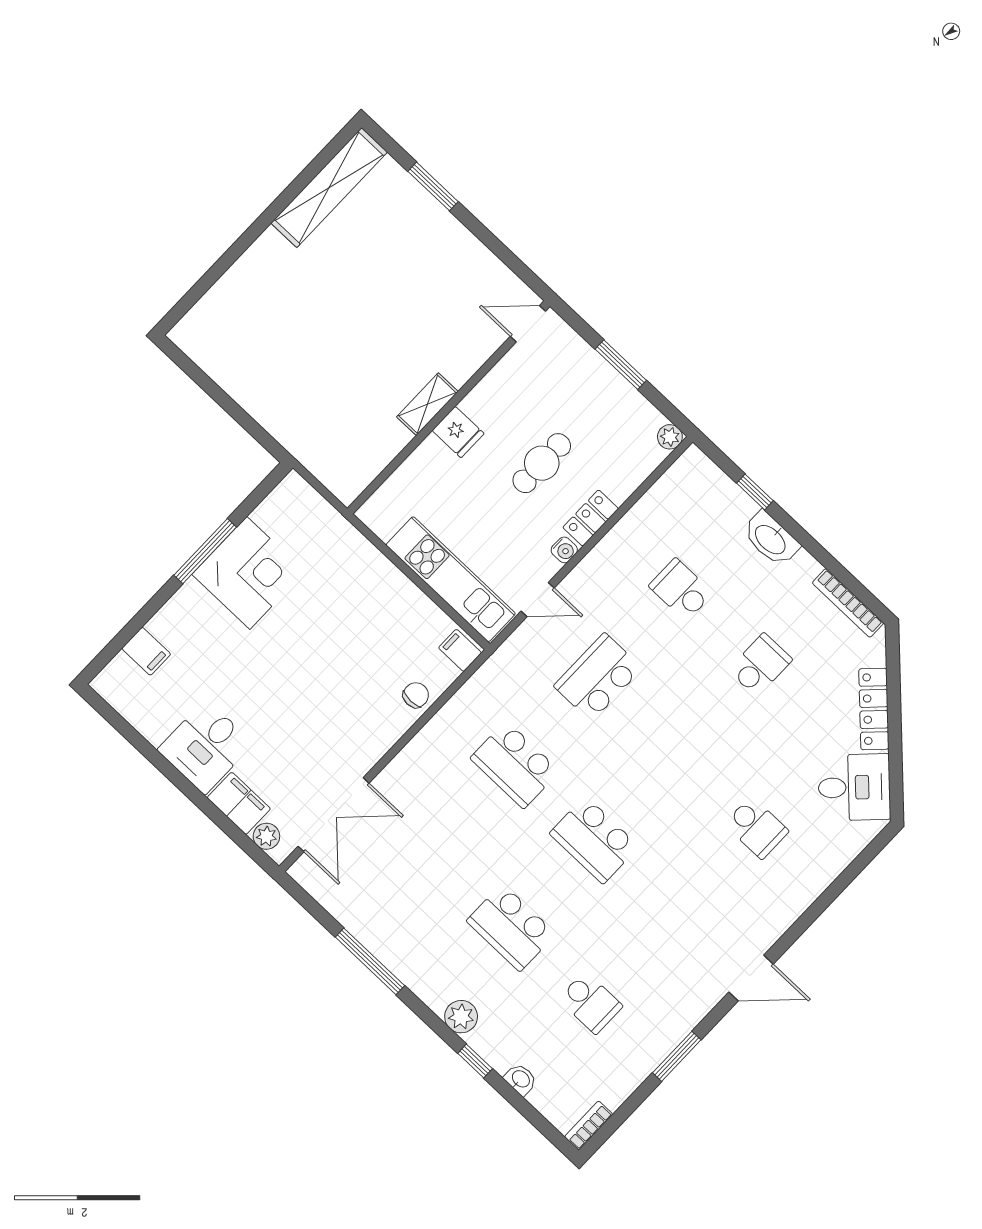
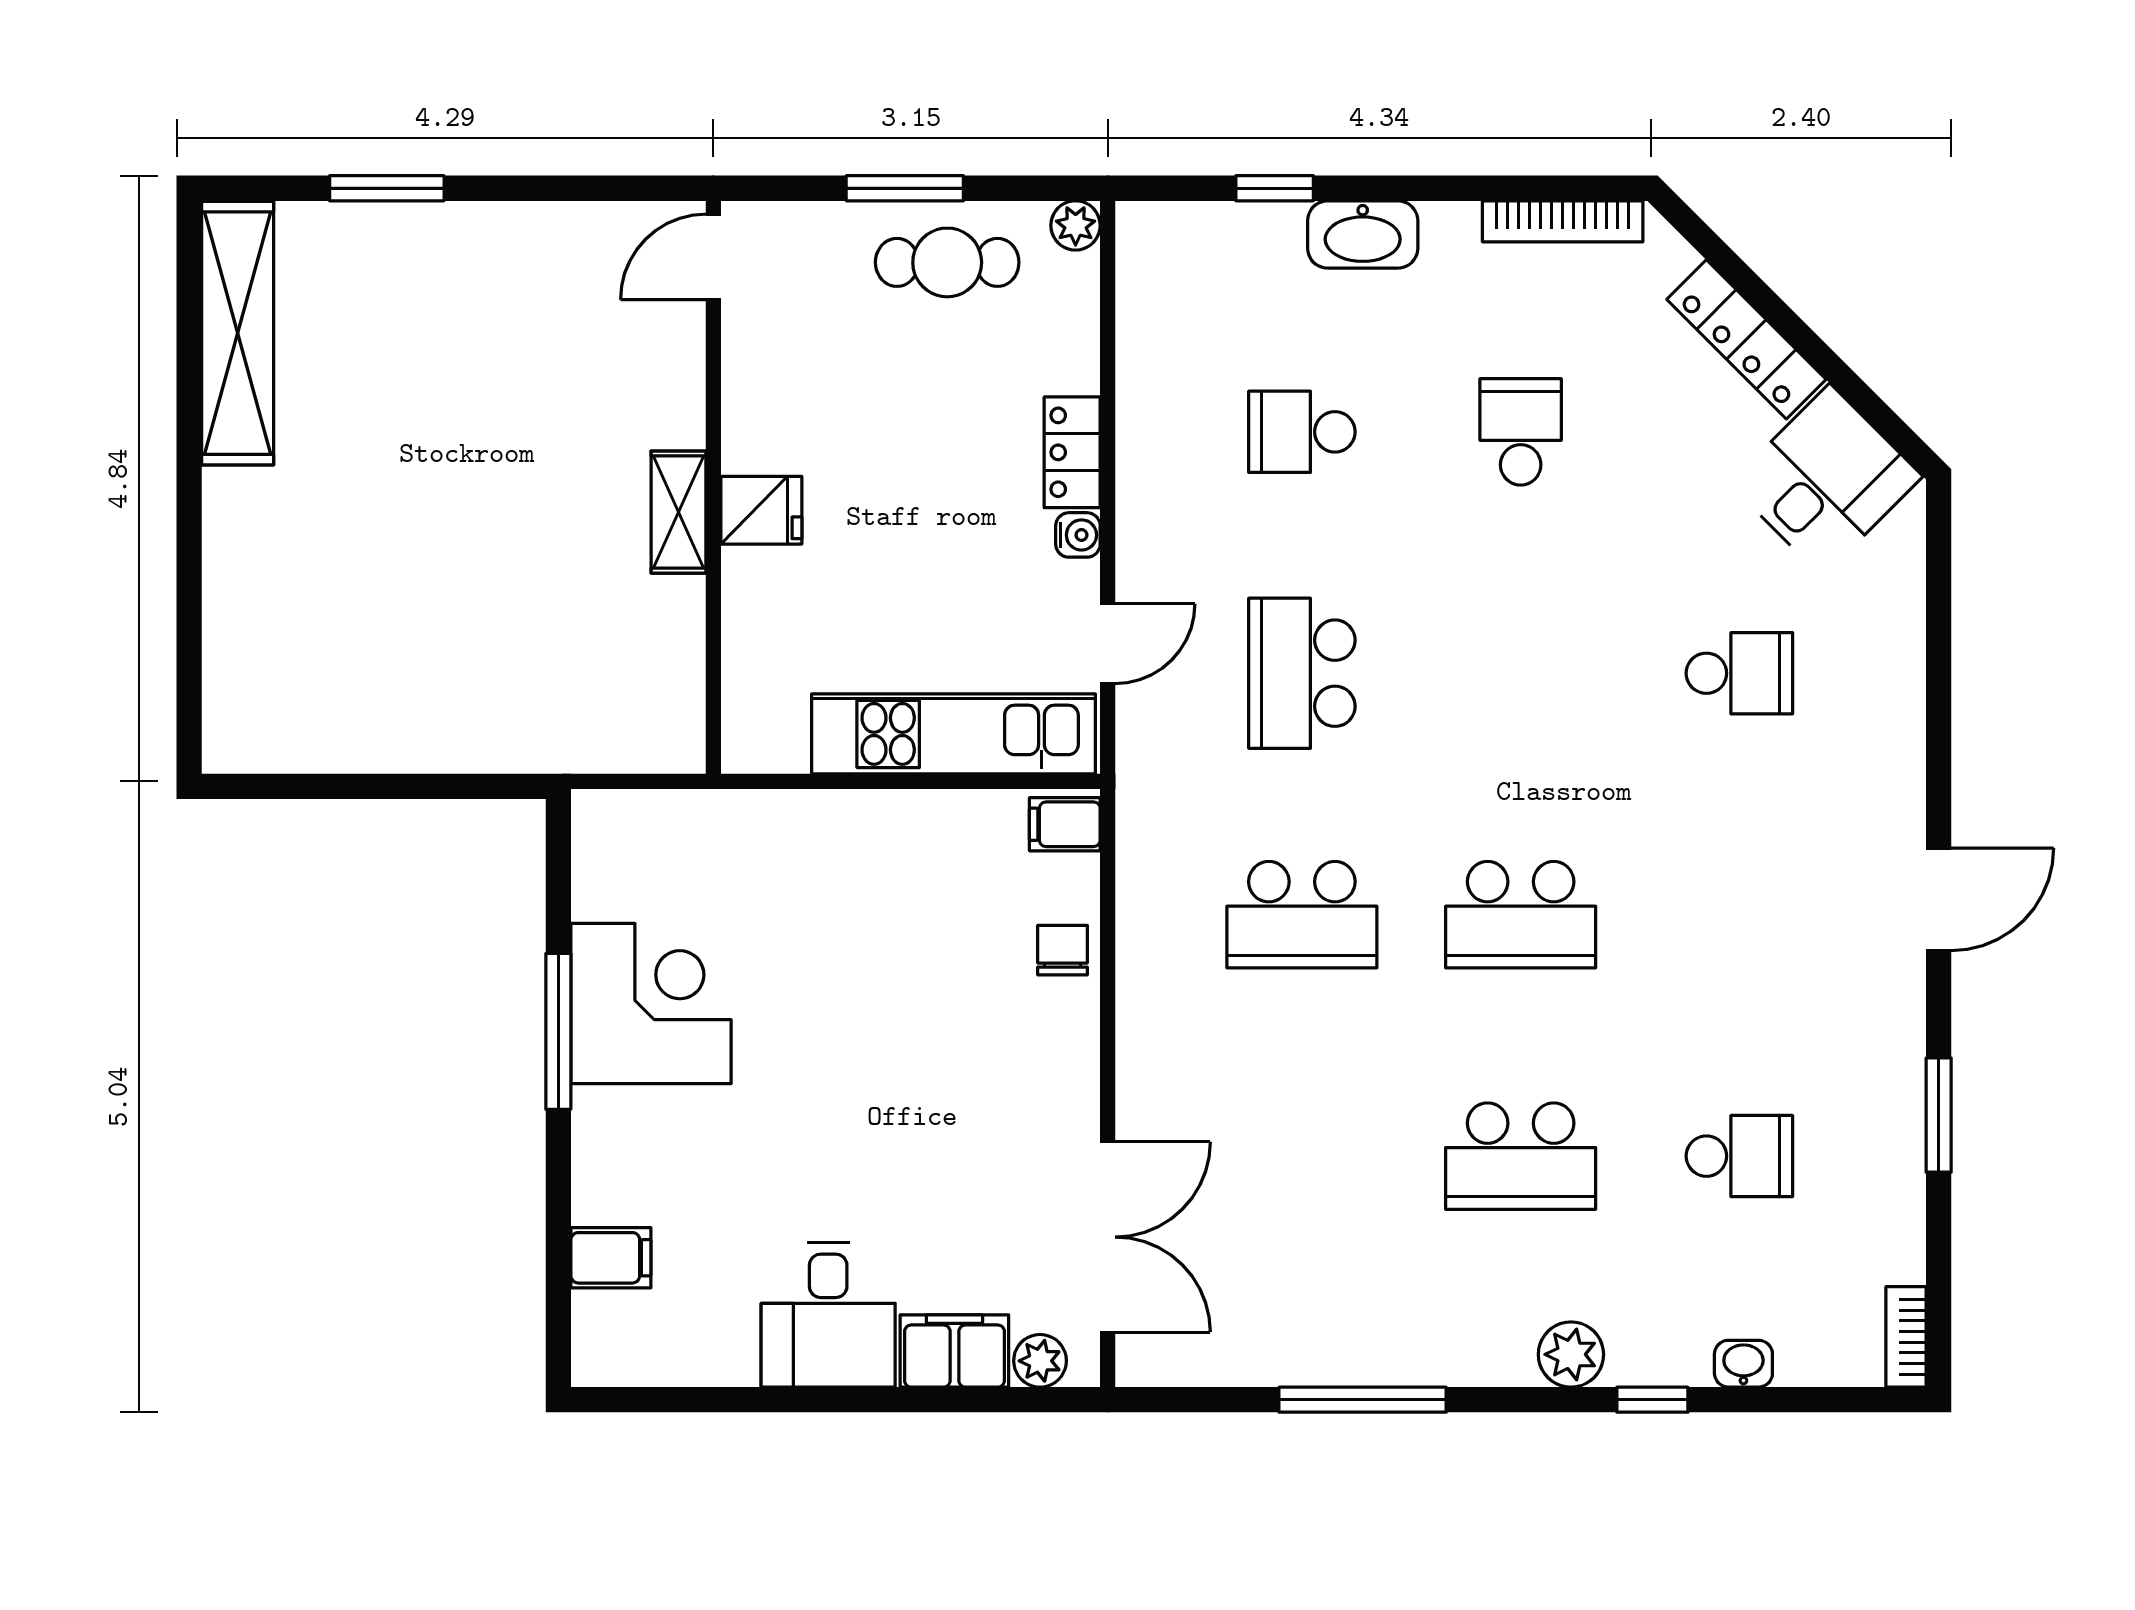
cafe table: (542, 463) -> (947, 262), moved, turned 90

